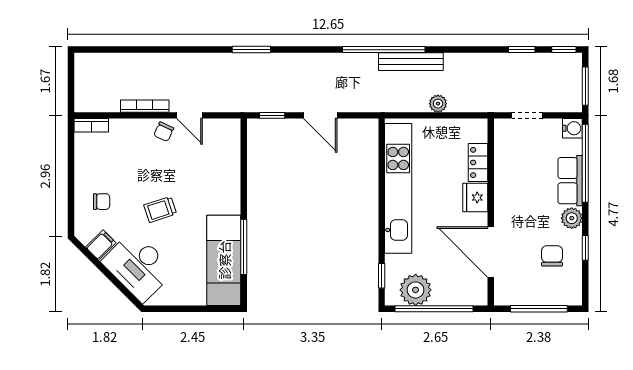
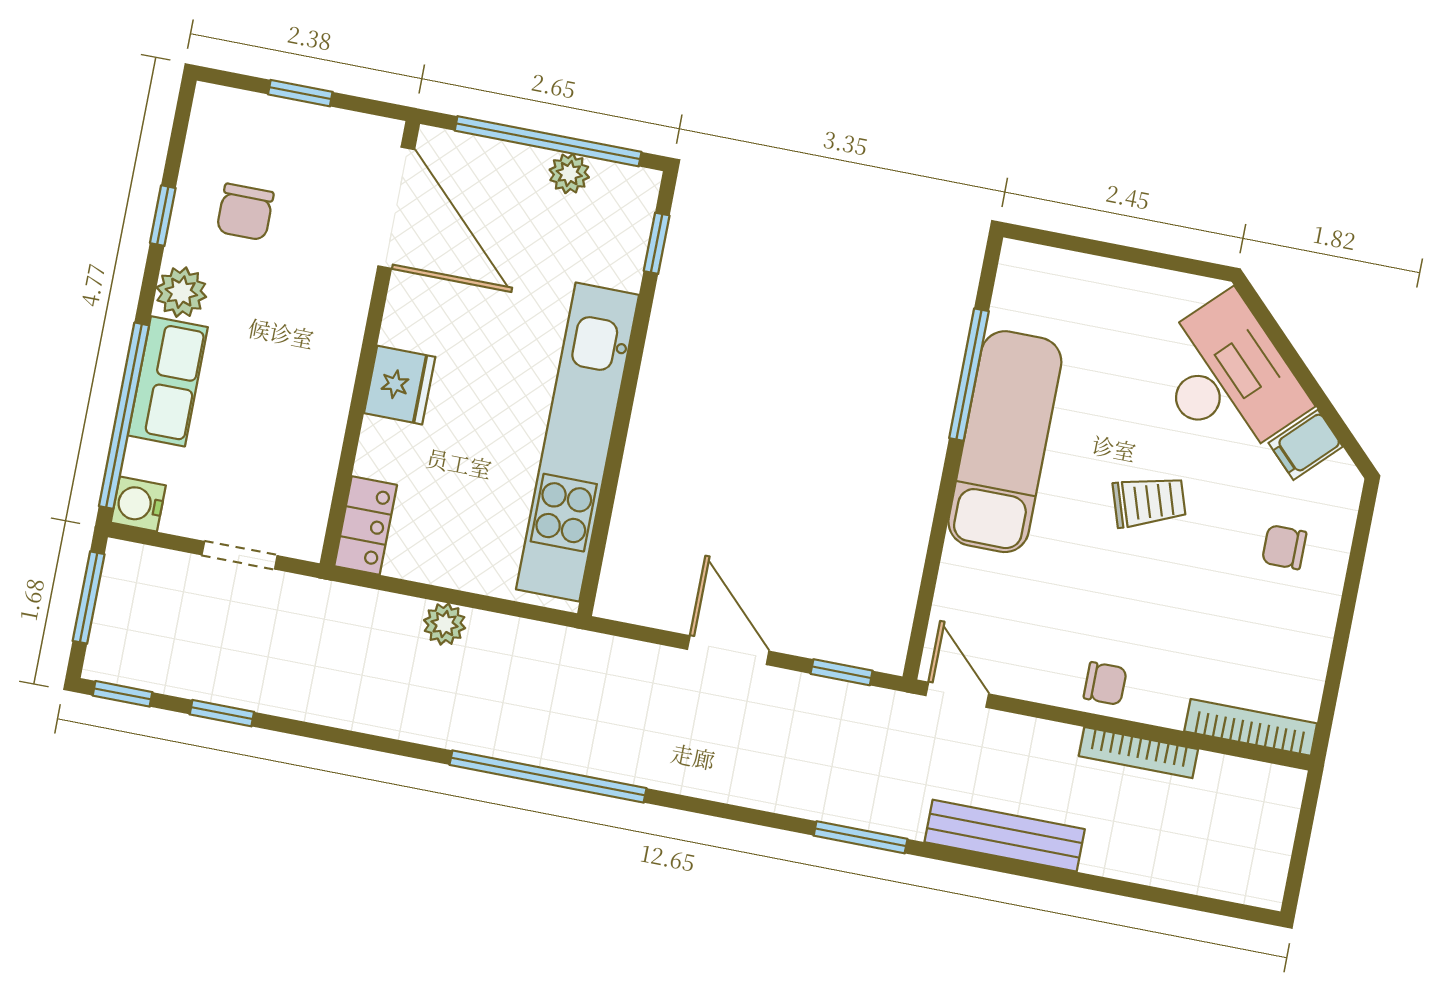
bench: (411, 62) -> (1005, 836), moved
door: (190, 115) -> (957, 695), moved
bookcase: (91, 125) -> (1251, 727), width x1.56
chair: (164, 132) -> (1105, 684), turned 65
locker: (478, 163) -> (366, 526), moved
door: (491, 252) -> (396, 208), moved
exam couch: (224, 260) -> (1005, 442), moved
plant: (416, 290) -> (569, 173), width x0.53, depth x0.53
window: (539, 309) -> (300, 93), width x0.46

